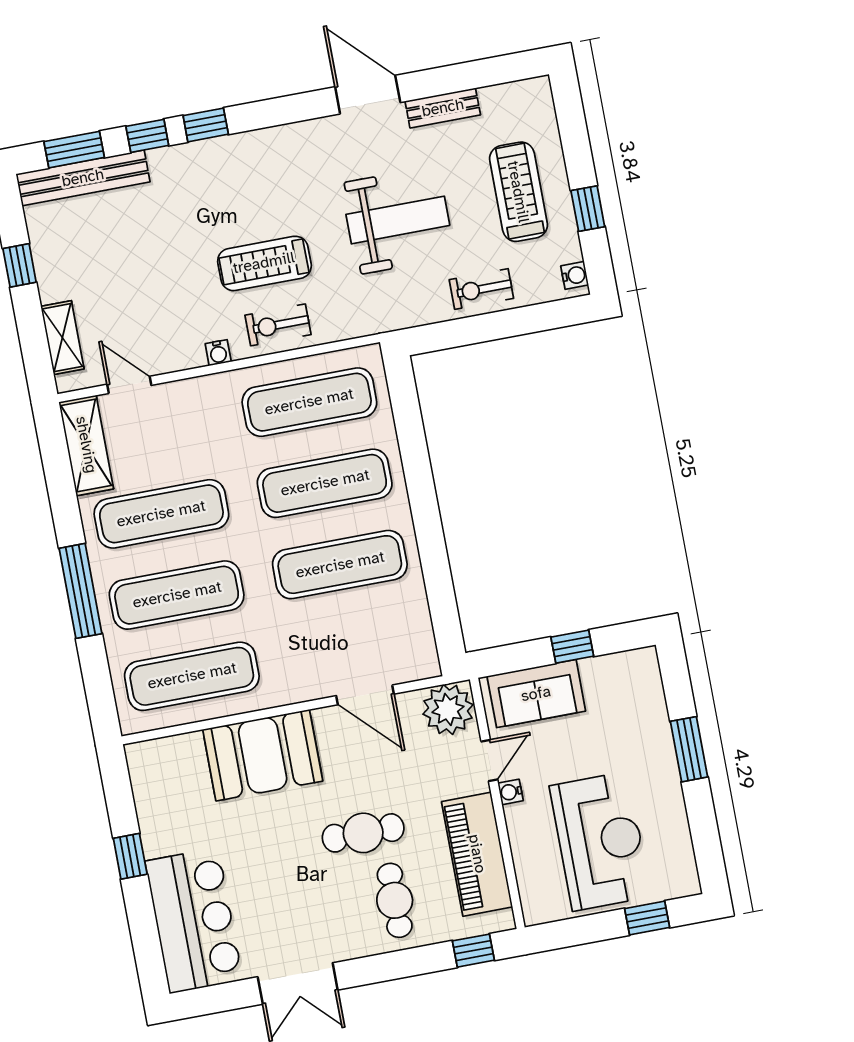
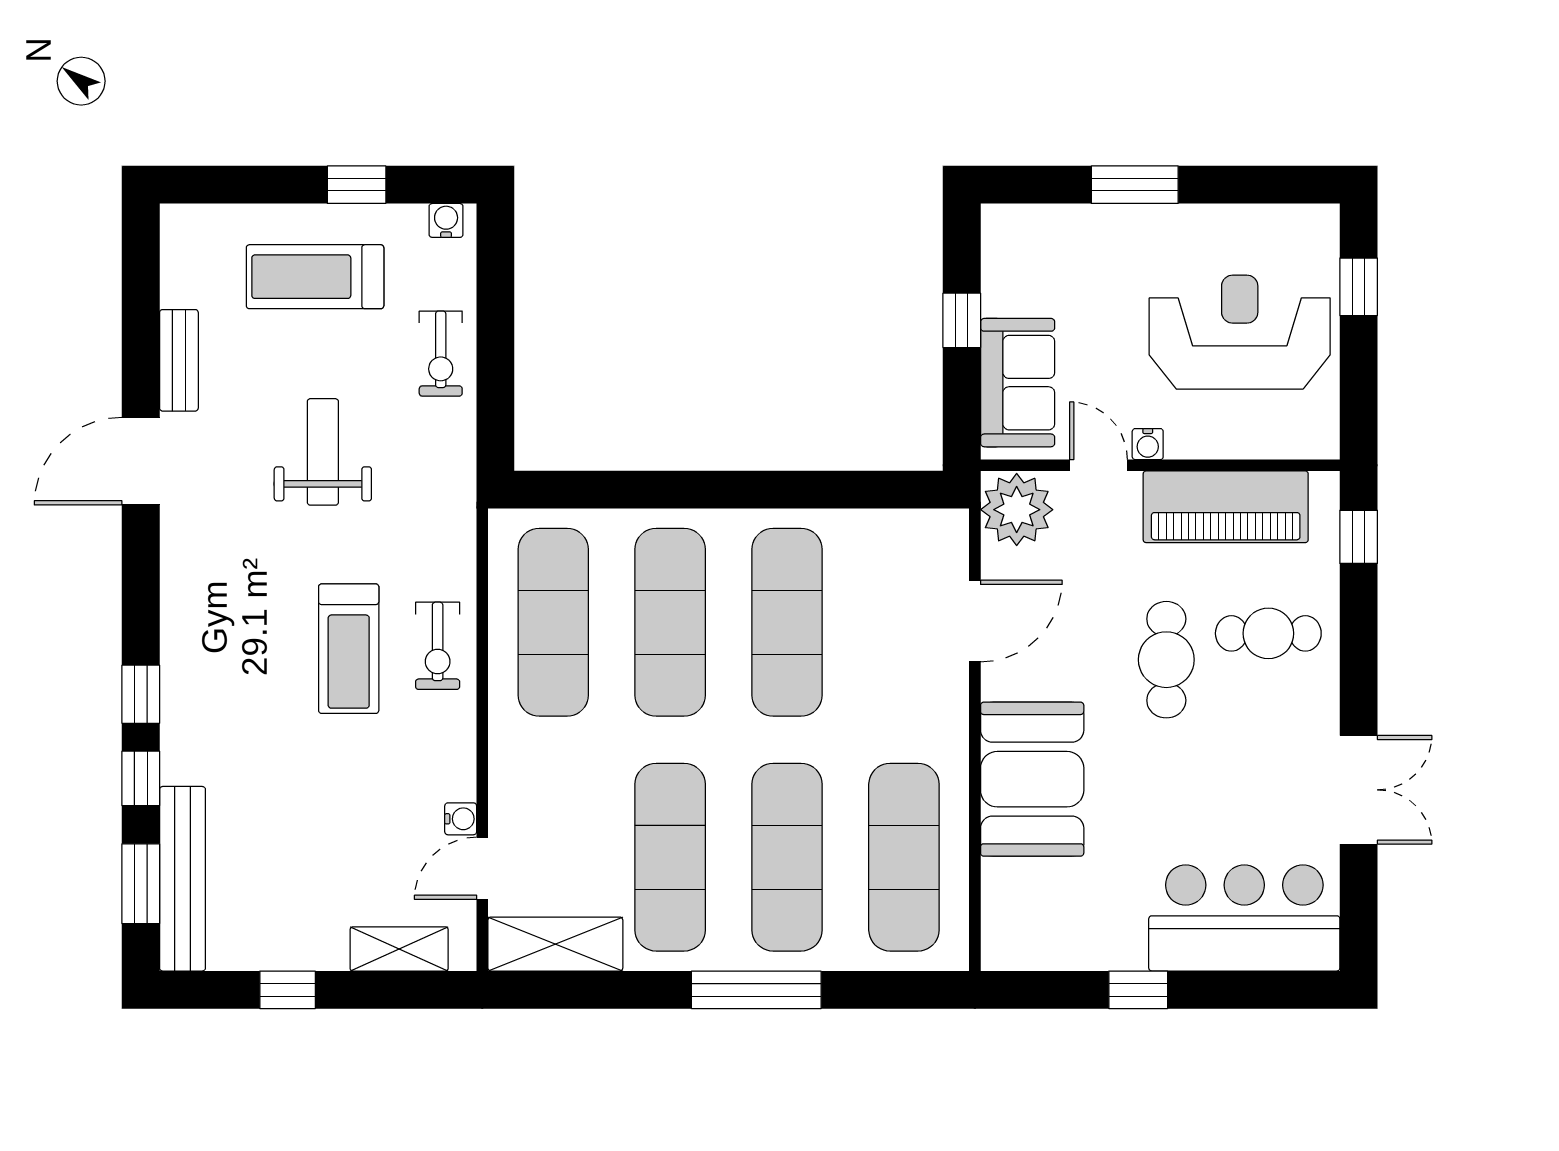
weight bench: (398, 220) -> (323, 452), width x0.73, depth x0.75
water cooler: (218, 353) -> (461, 819), moved

